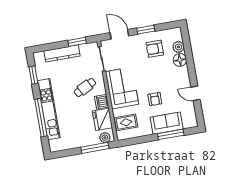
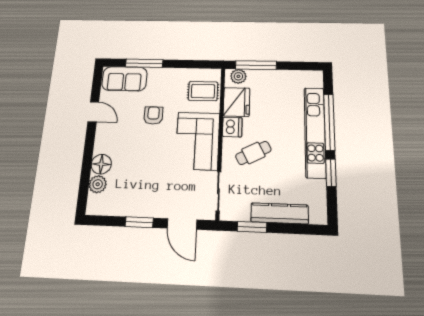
armchair: (155, 49) -> (134, 189), removed
window: (33, 75) -> (331, 173), moved
sofa: (167, 123) -> (124, 79), moved

